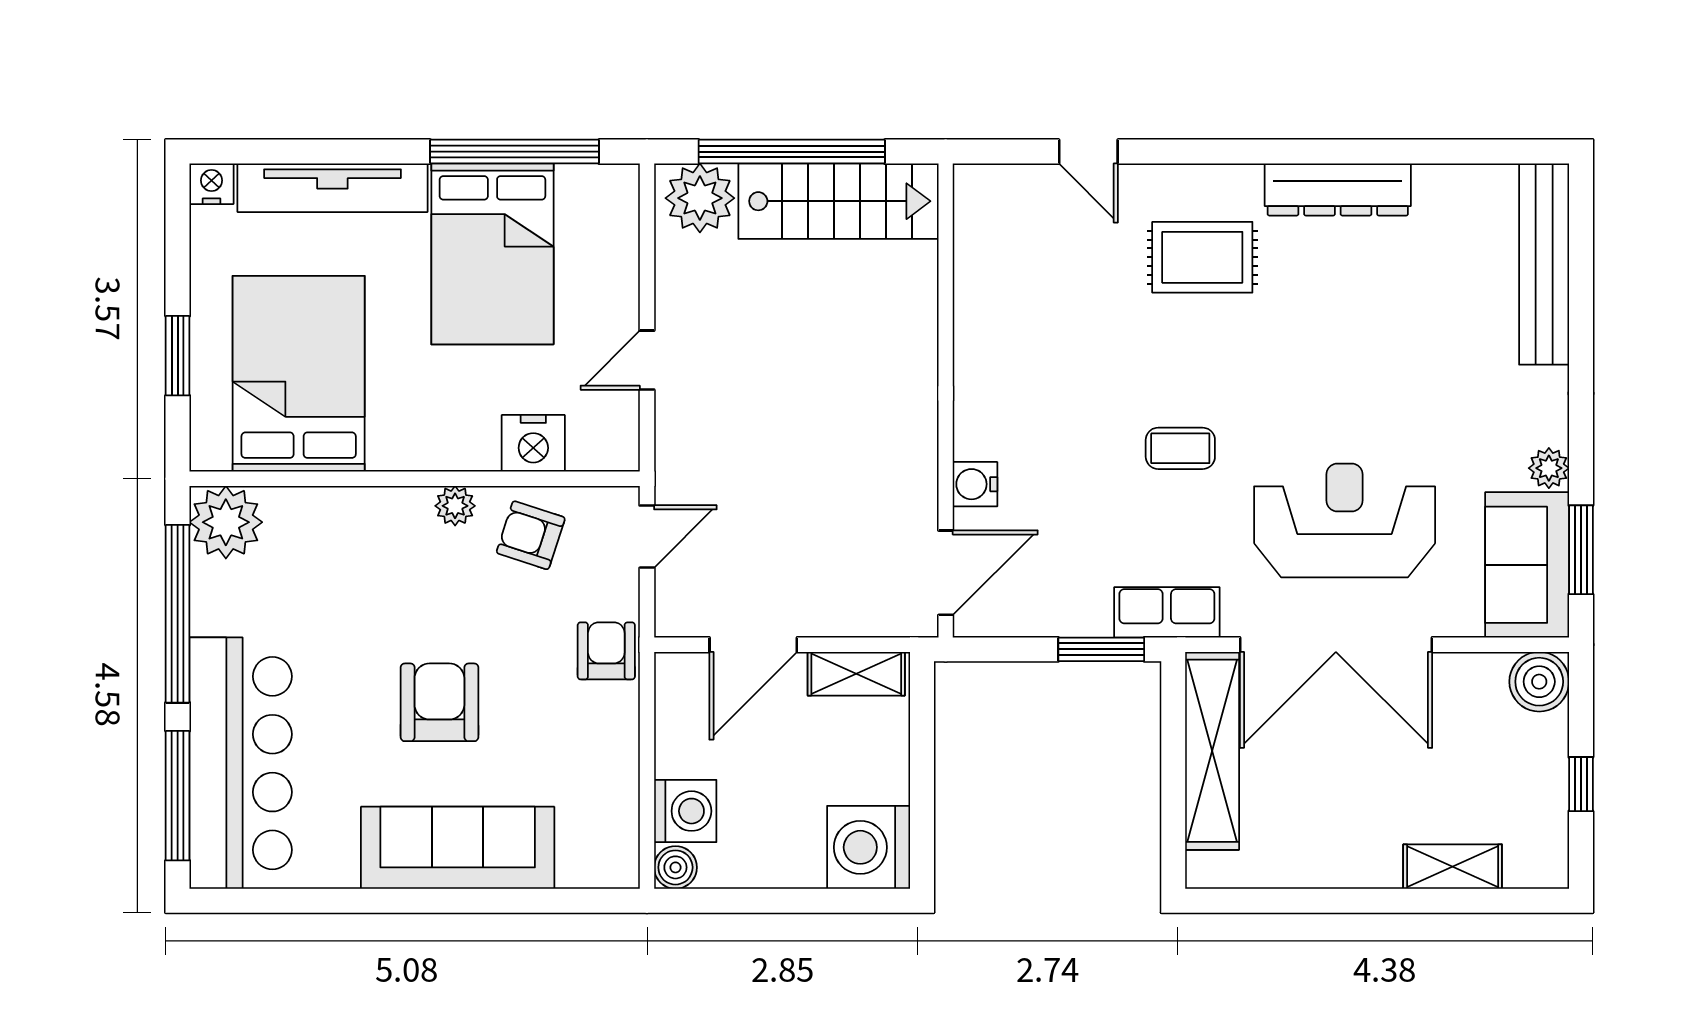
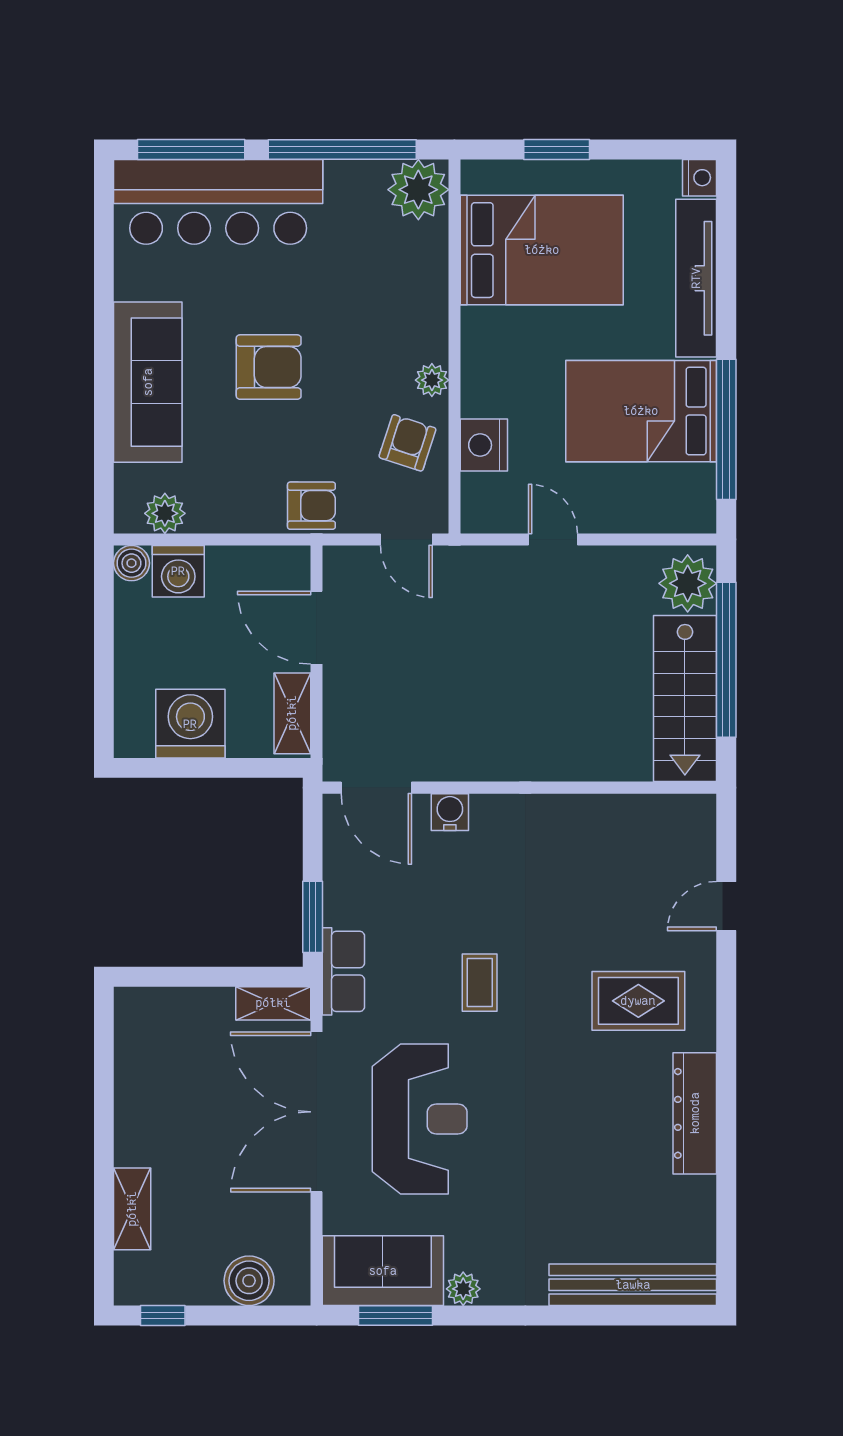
rug: (1202, 257) -> (638, 1001), turned 90
boiler: (1539, 682) -> (249, 1281), moved
shelving: (1212, 751) -> (273, 1003), width x0.45, depth x0.75
window: (1581, 784) -> (163, 1315), moved
plant: (615, 827) -> (165, 513), added
washing machine: (869, 847) -> (190, 724), moved

